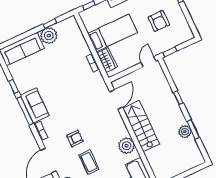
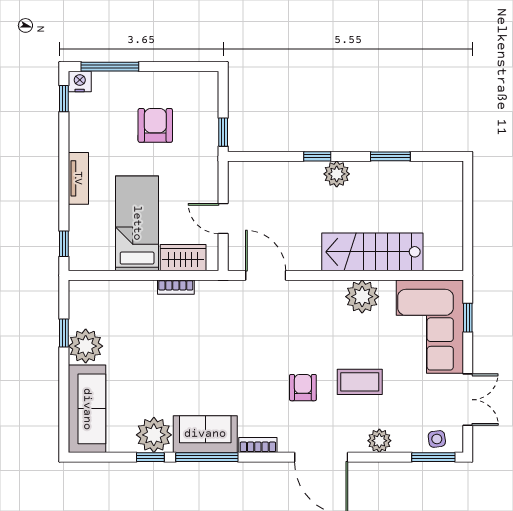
armchair: (159, 21) -> (155, 125), turned -90
door: (148, 62) -> (223, 218), moved
plant: (24, 83) -> (154, 435), added
stairs: (141, 126) -> (372, 252), moved
plant: (185, 132) -> (337, 174), moved

